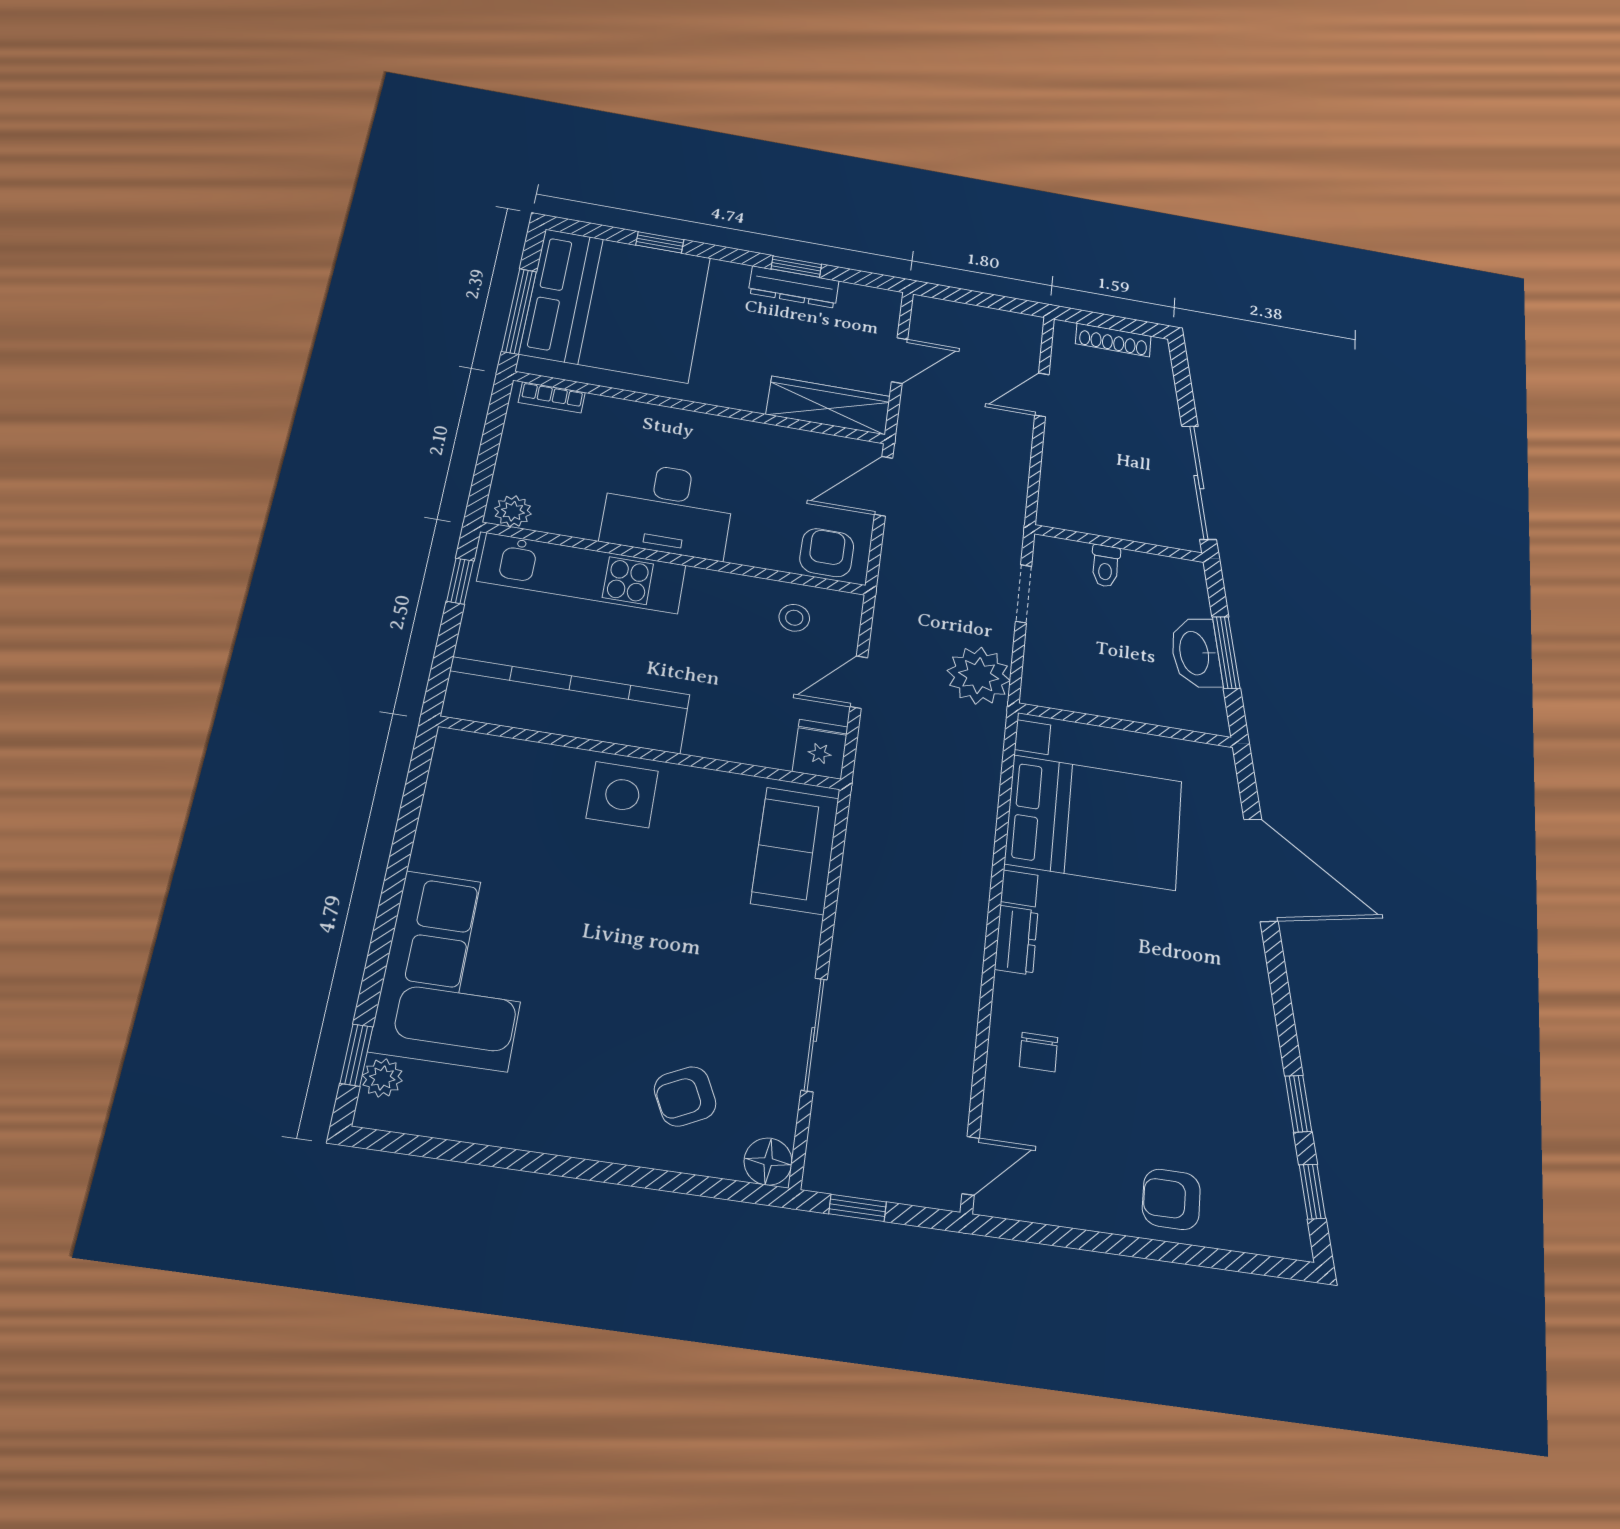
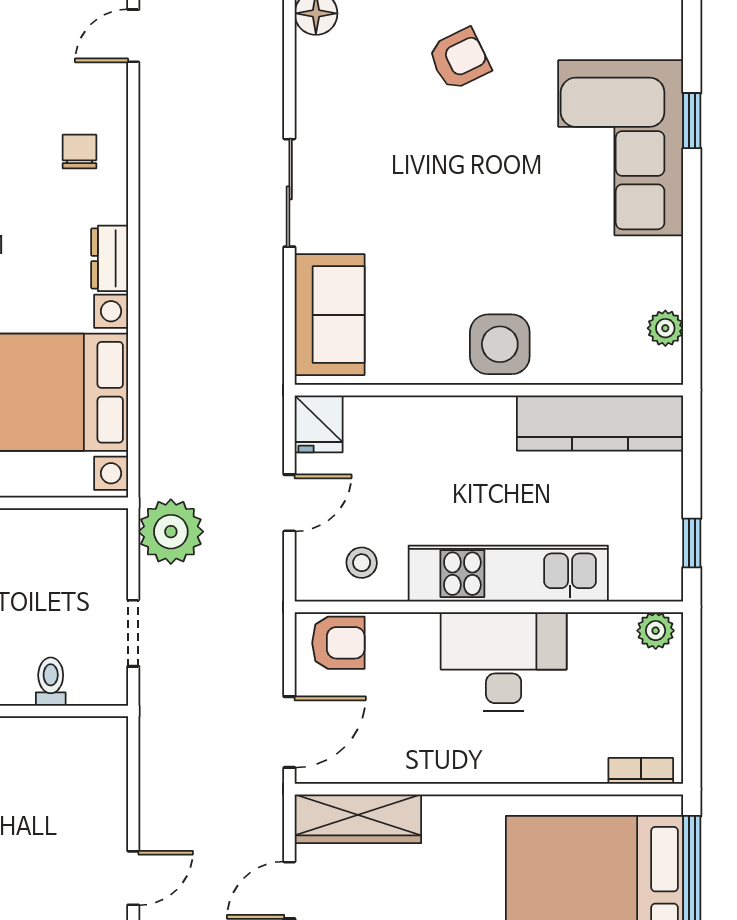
armchair: (827, 553) -> (338, 643), turned -90
kitchen unit: (582, 573) -> (508, 574), moved
kitchen counter: (566, 705) -> (600, 423), width x0.72, depth x0.86
sliding door: (814, 1034) -> (289, 193), moved
window: (356, 1055) -> (692, 121), moved
plant: (382, 1078) -> (665, 328), moved
armchair: (685, 1096) -> (459, 59), moved

